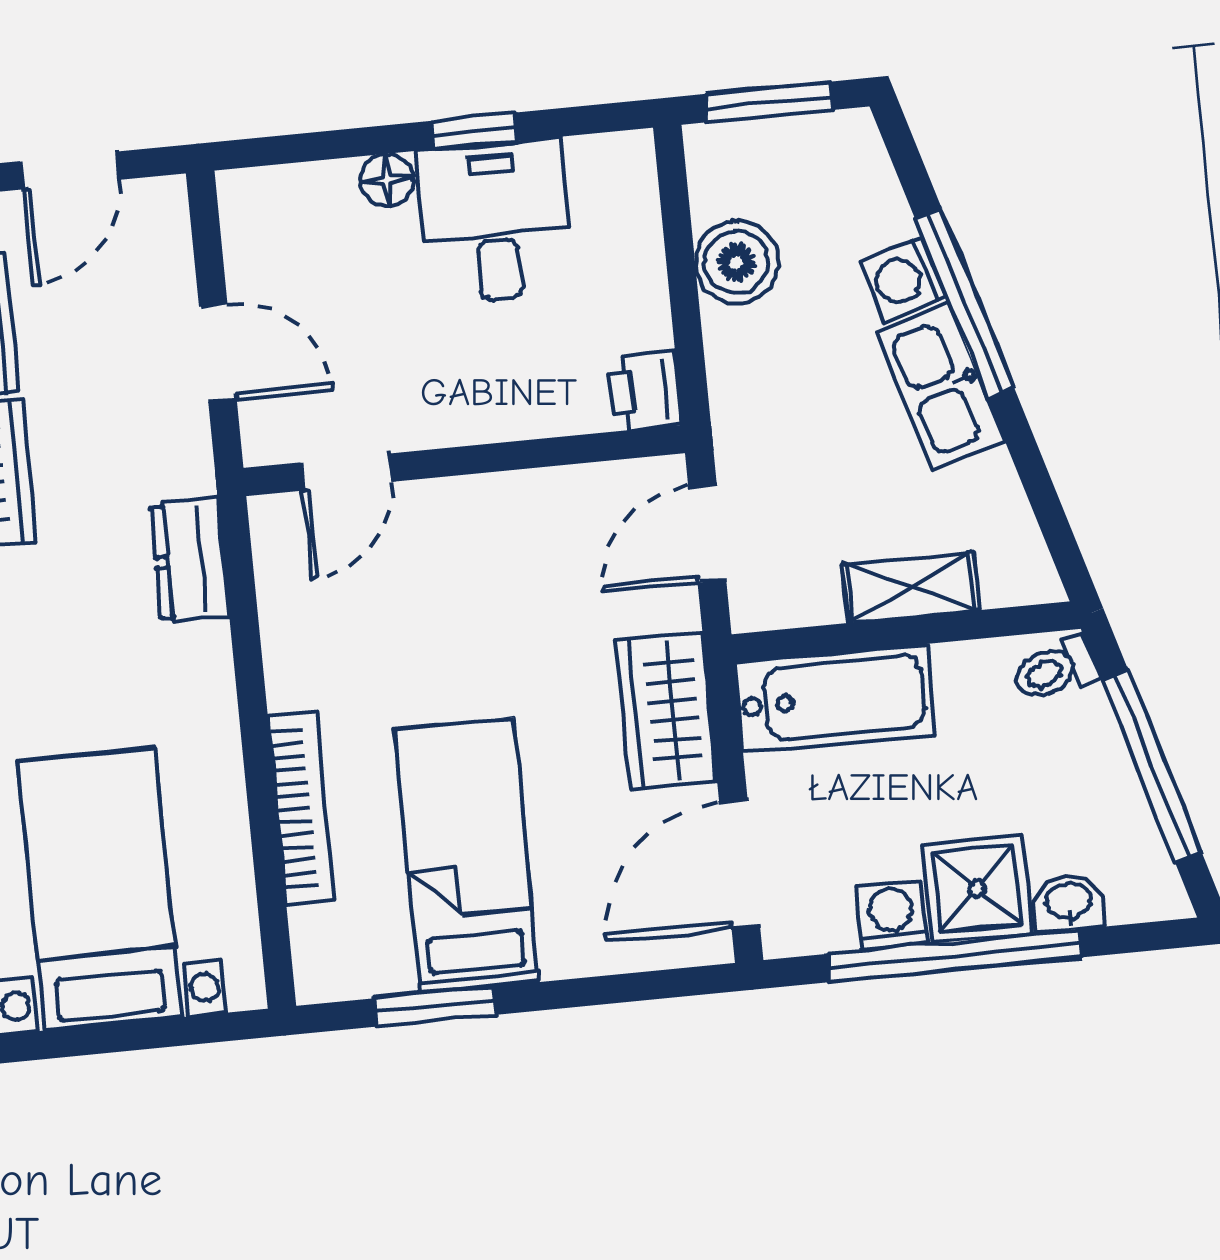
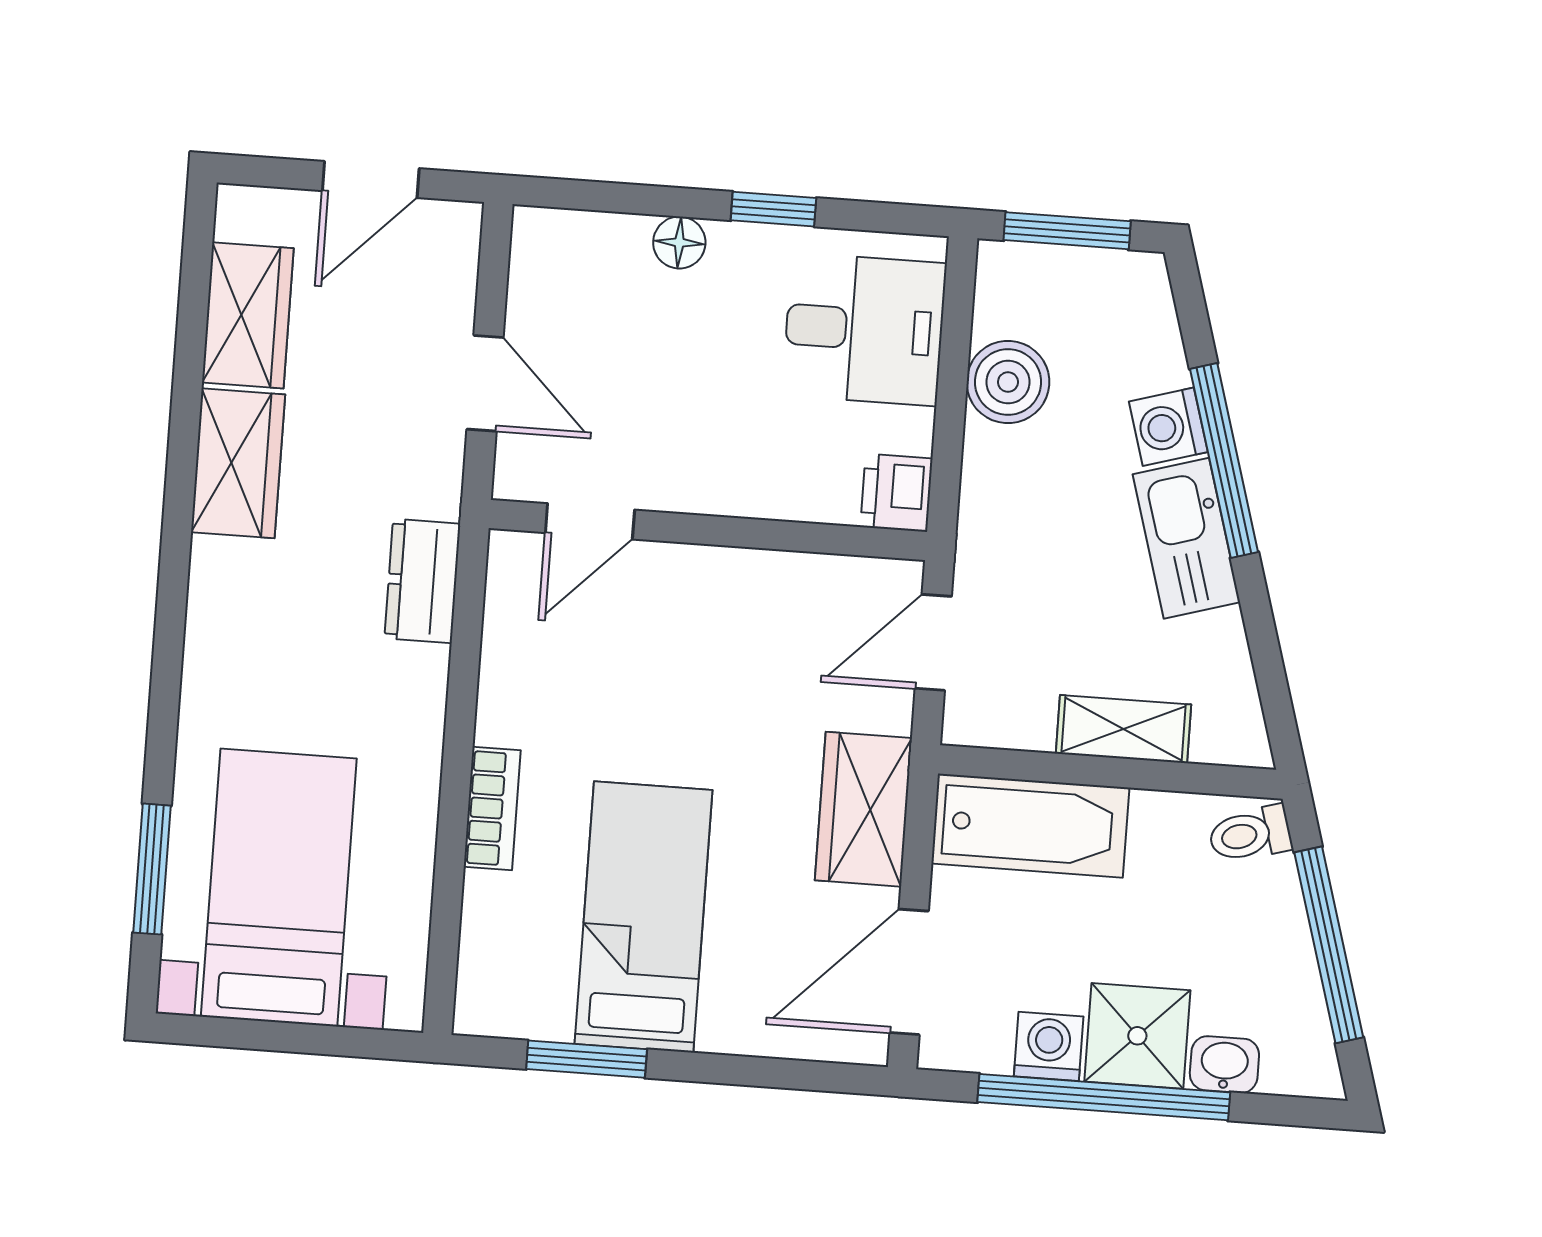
desk: (496, 222) -> (864, 329), moved, turned 90
bookcase: (301, 808) -> (492, 808), width x0.64

